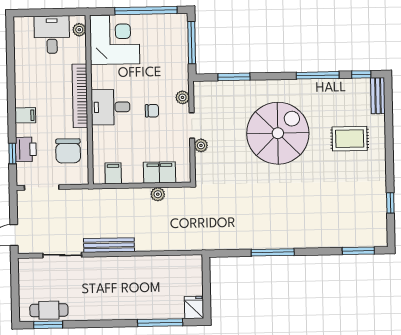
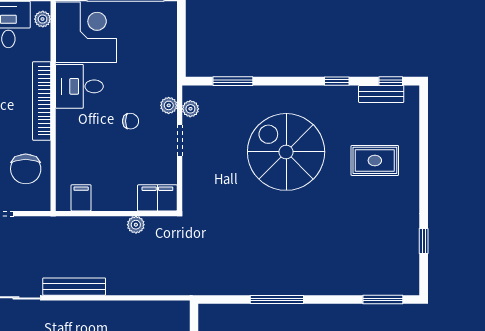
window: (192, 43) -> (181, 38), removed
window: (318, 75) -> (337, 81), width x0.46
bench: (378, 96) -> (381, 94), moved, turned 90
desk: (111, 107) -> (79, 86), moved
spiral stairs: (278, 133) -> (286, 152), turned -90
plant: (201, 145) -> (190, 109), moved
filing cabinet: (160, 173) -> (157, 198), moved

